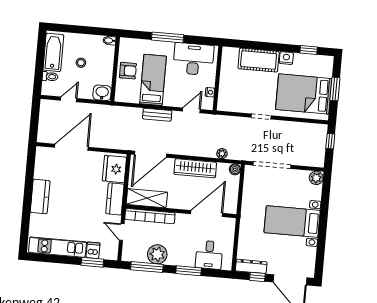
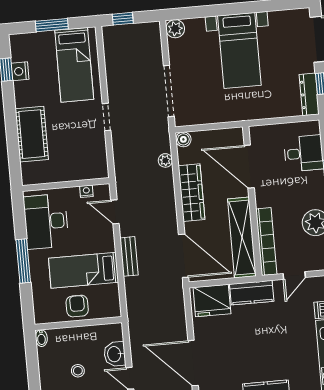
nightstand: (286, 58) -> (20, 71), moved
washbasin: (102, 93) -> (115, 354), moved
bed: (304, 94) -> (74, 65), width x0.67
shelving: (147, 198) -> (242, 238), width x1.47

